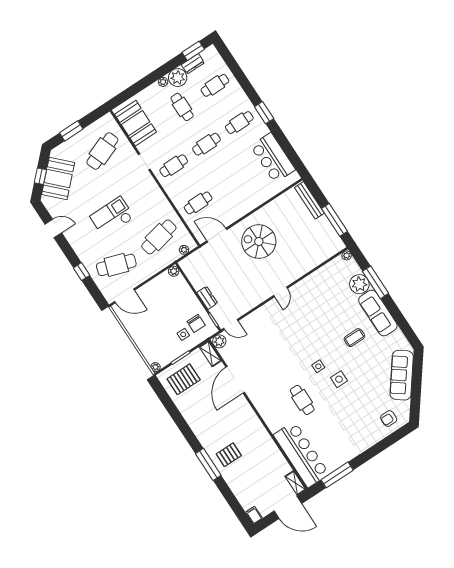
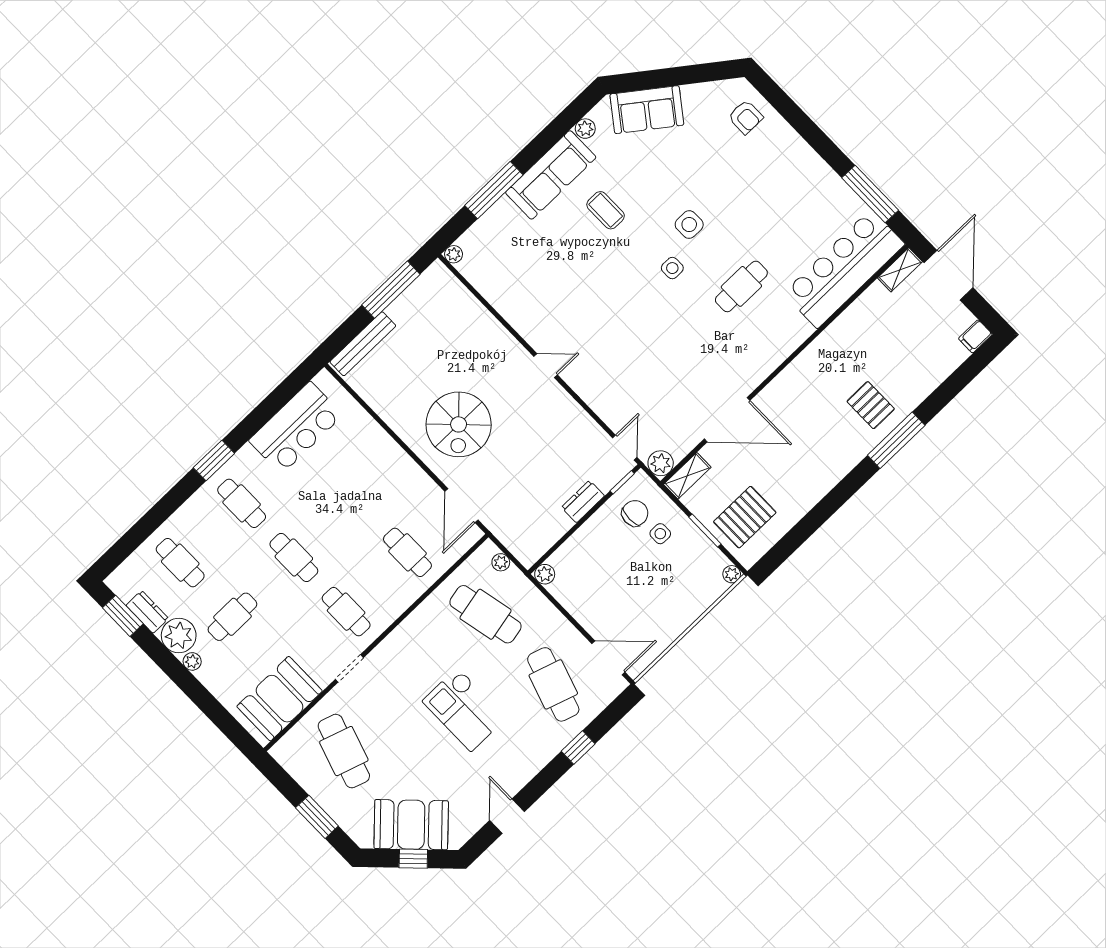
cafe table: (102, 151) -> (344, 751), turned 39
plant: (359, 284) -> (585, 129), moved, width x0.53, depth x0.53
door: (125, 296) -> (608, 658), hinge flipped
sofa: (402, 375) -> (647, 110), width x0.73
pallet: (184, 379) -> (745, 517), turned 90

